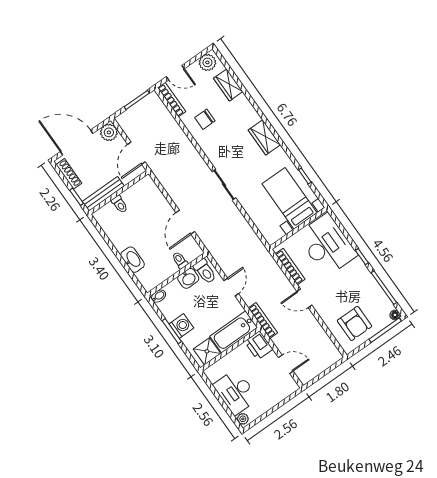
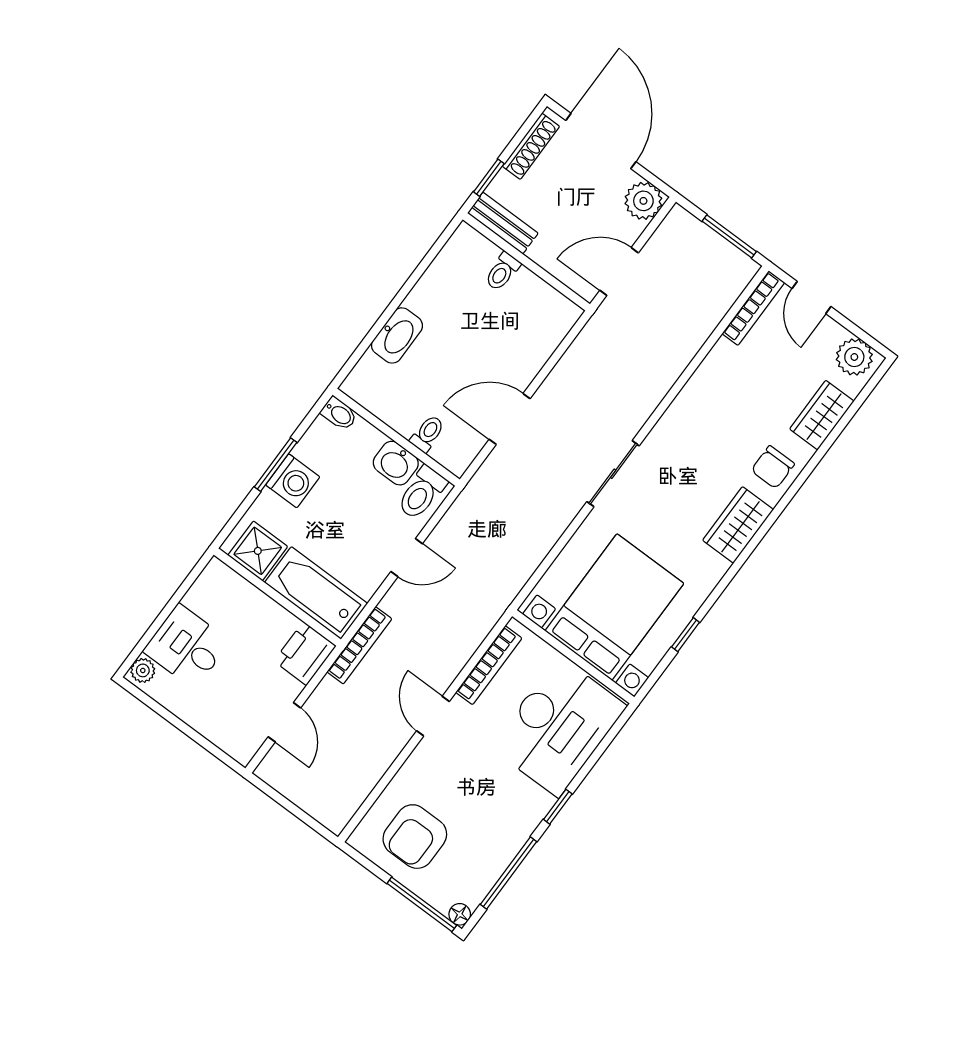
chair: (205, 119) -> (773, 467), moved, turned -90
bench: (103, 194) -> (503, 223), width x0.73
bed with nightstands: (290, 198) -> (614, 607), width x1.36
desk: (236, 392) -> (187, 646), width x0.73

